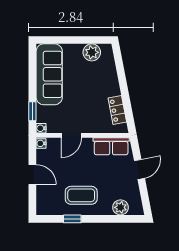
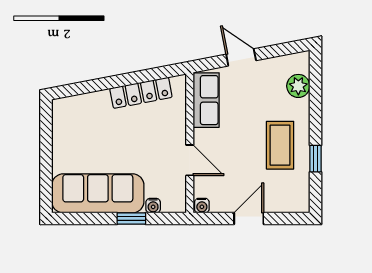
plant: (92, 52) -> (65, 129), removed
locker: (117, 110) -> (141, 93), width x1.53
window: (32, 111) -> (131, 219), moved
water cooler: (41, 128) -> (153, 206), moved

